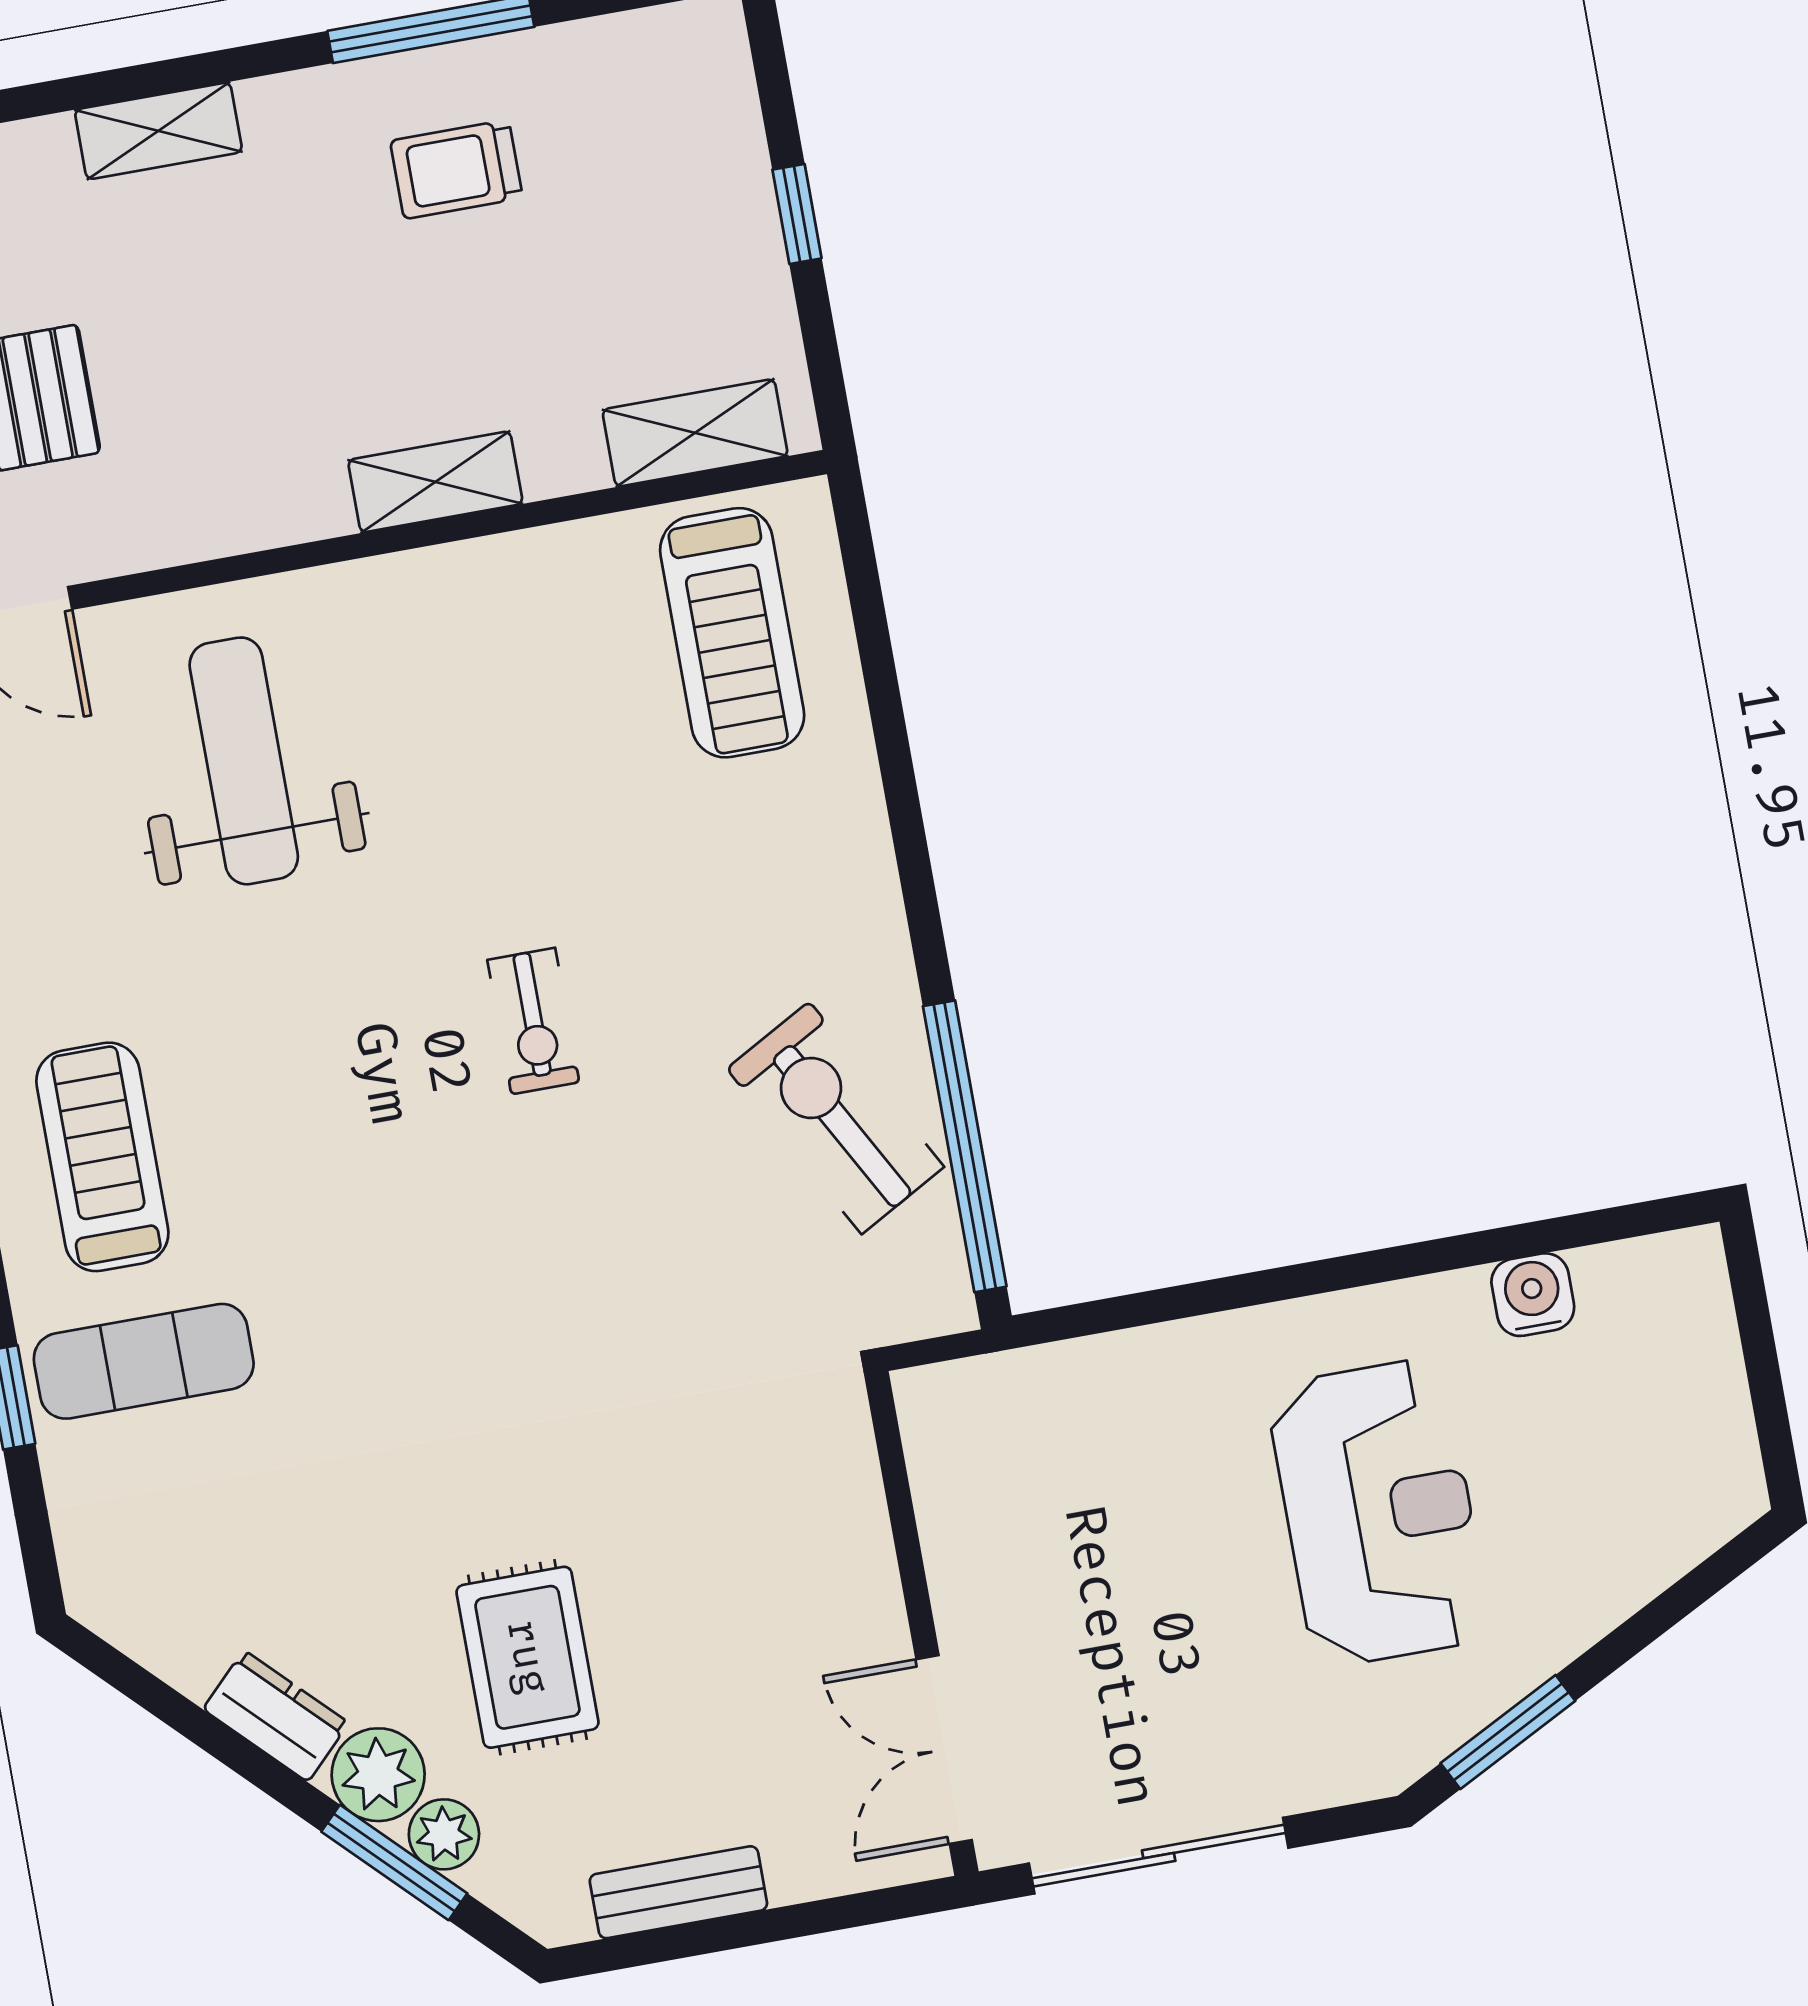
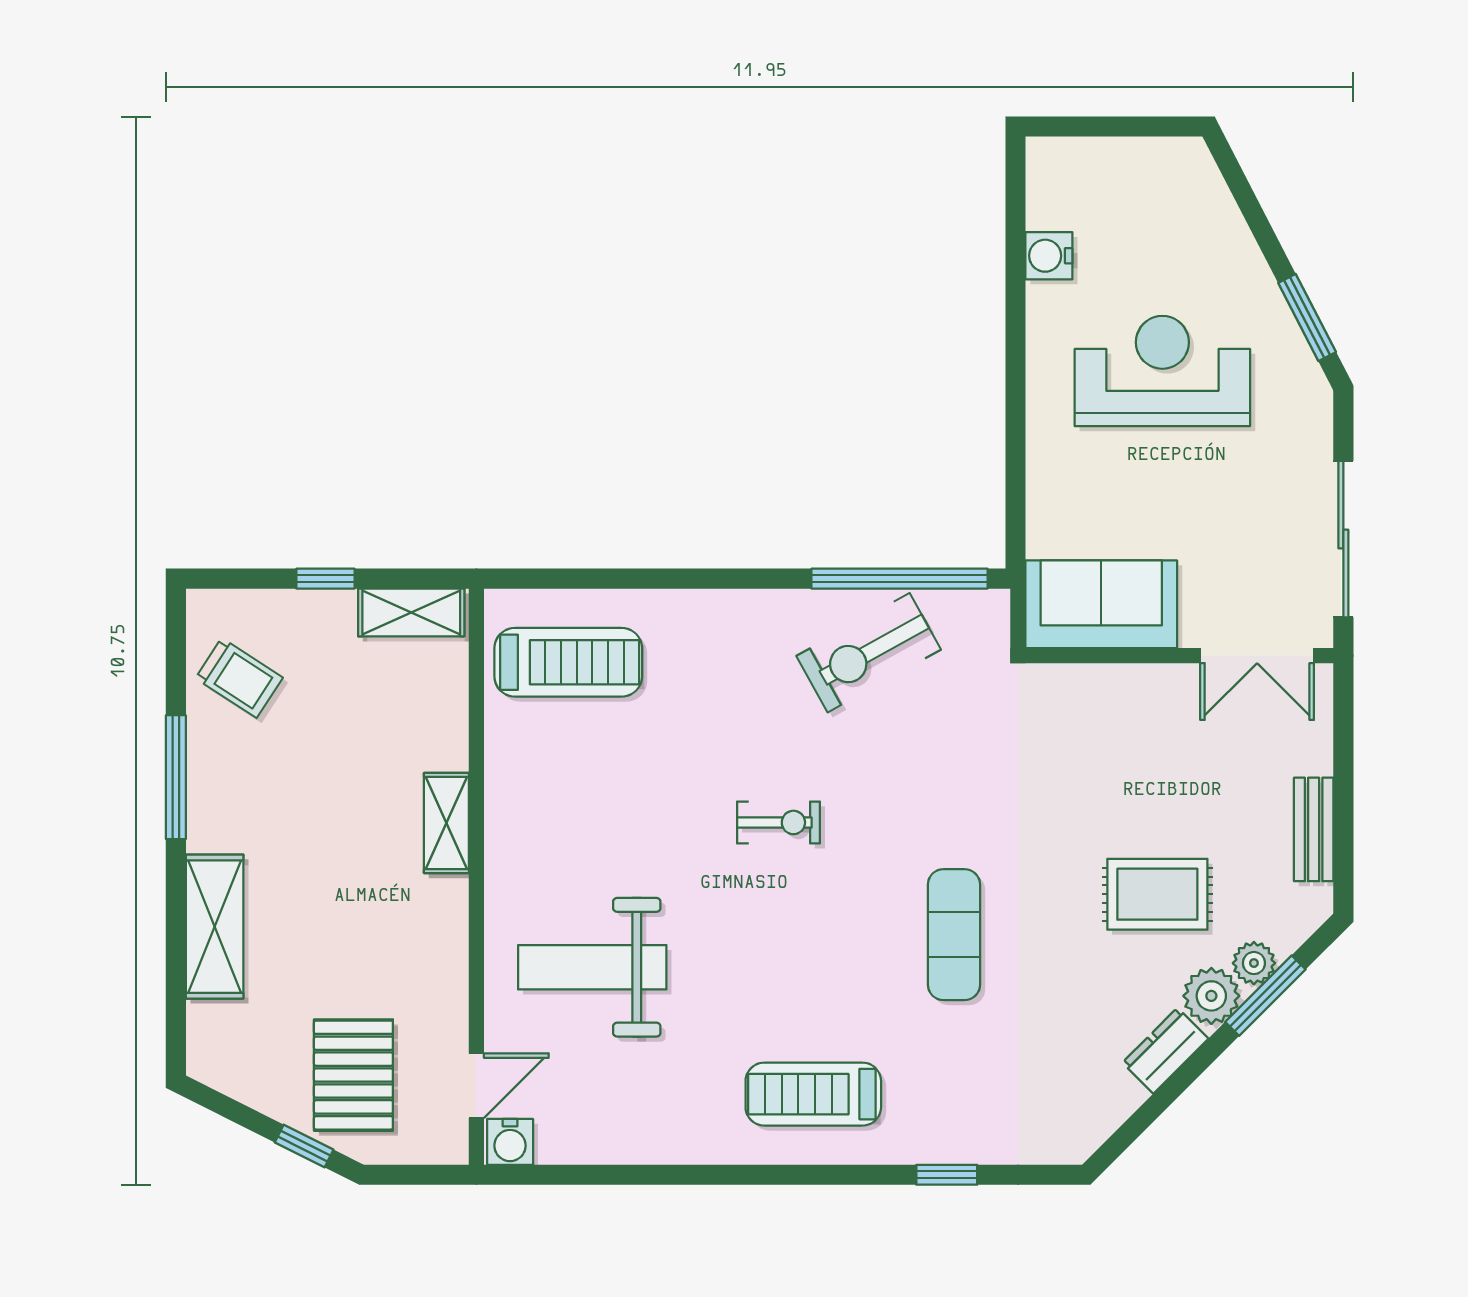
shelving: (158, 131) -> (215, 927), width x1.50, depth x1.33
trolley: (456, 169) -> (239, 678), moved, turned -57
shelving: (695, 433) -> (411, 612), moved, turned 90
exercise mat: (144, 1361) -> (954, 935), moved
sofa: (982, 1481) -> (1101, 604), added

